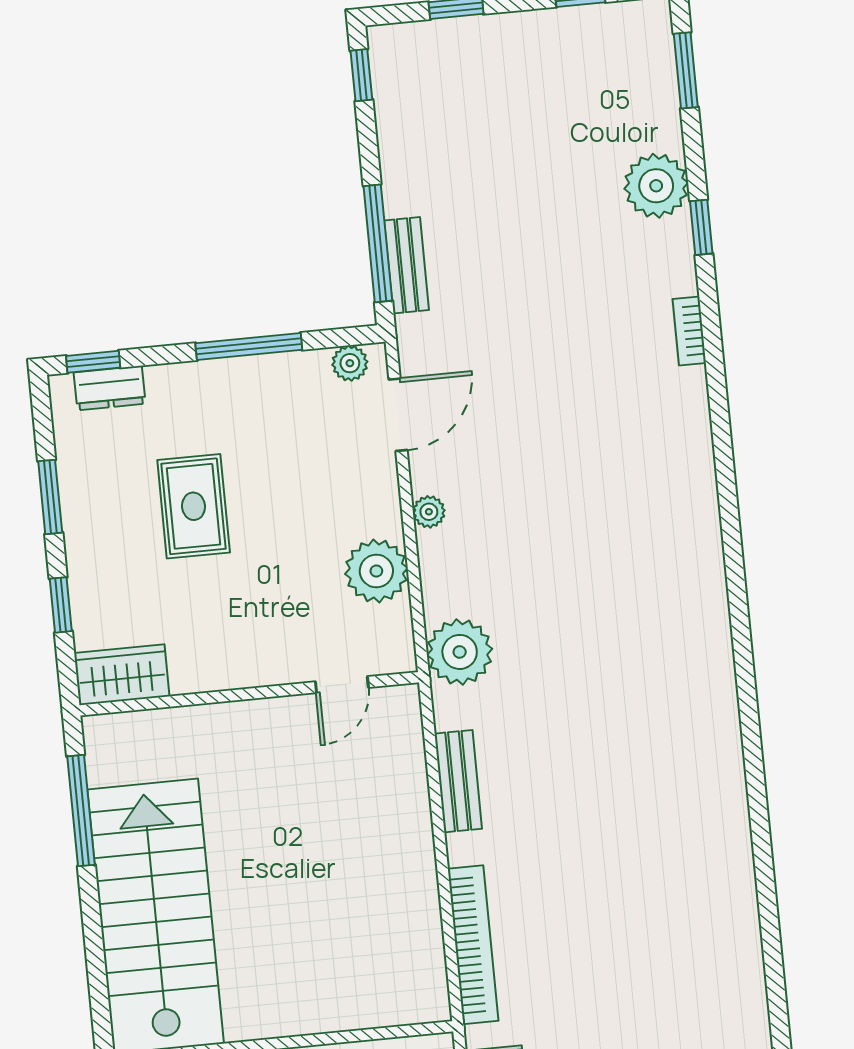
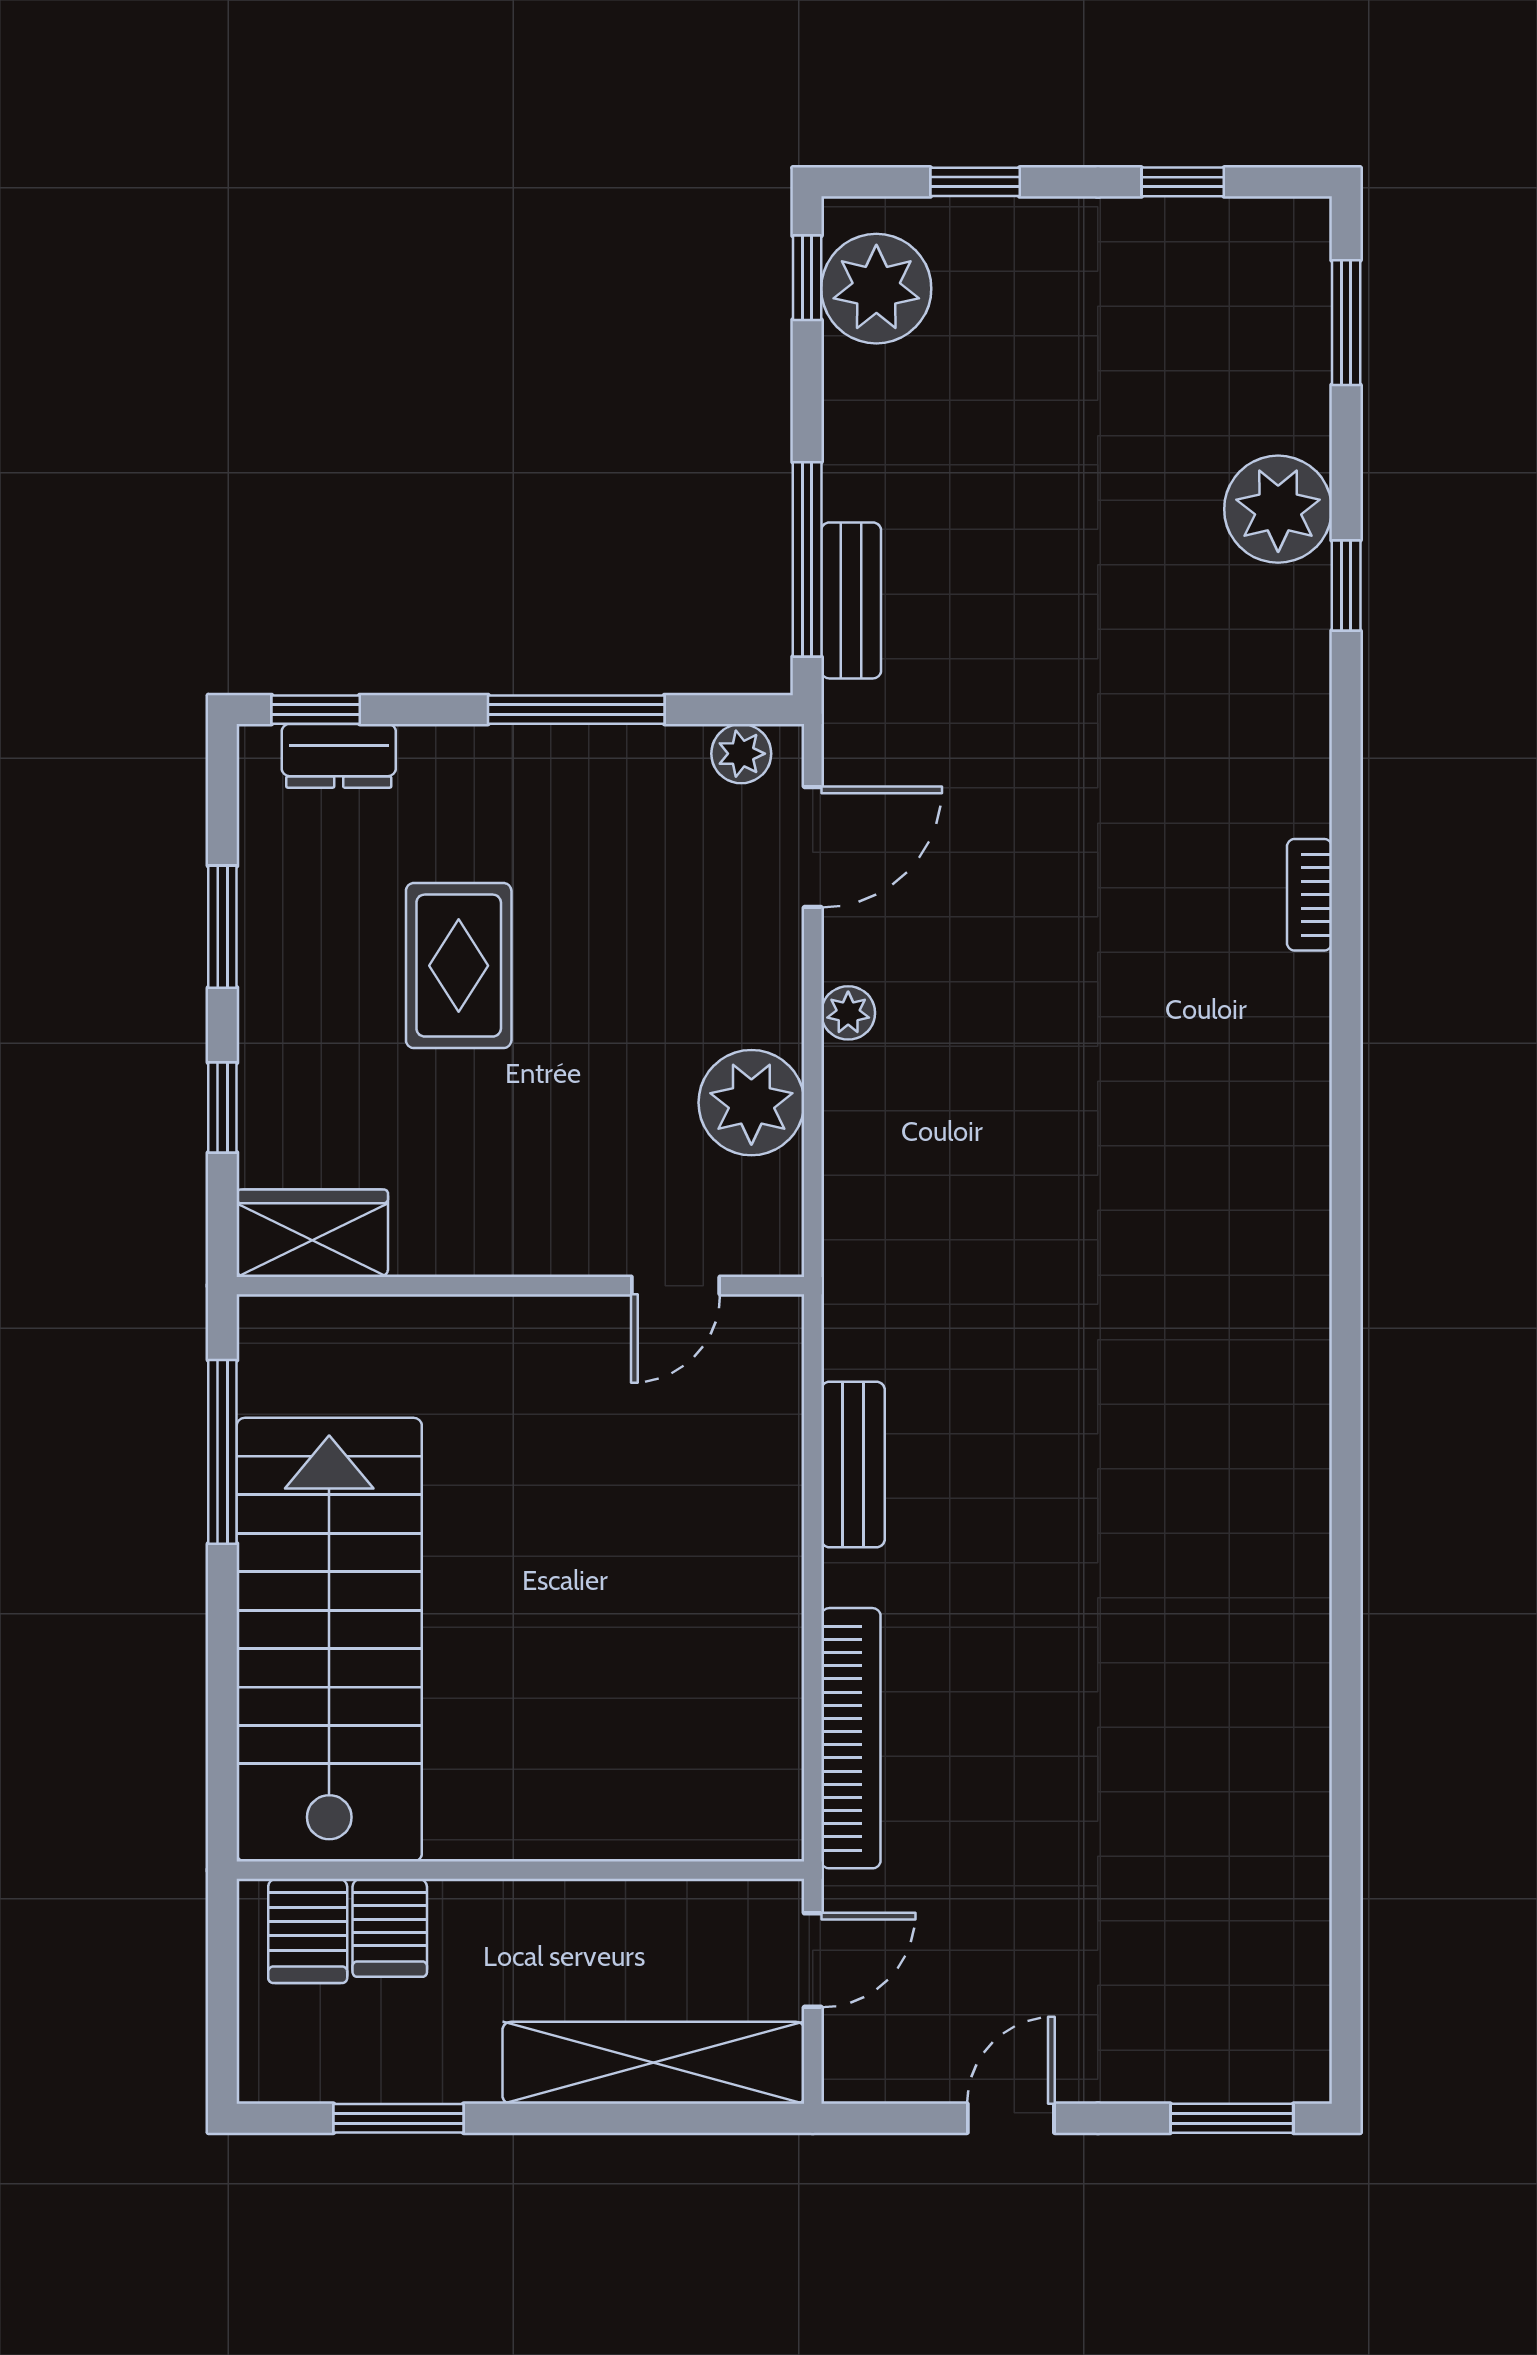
bookcase: (689, 331) -> (1309, 895), moved
plant: (460, 652) -> (876, 289), moved

